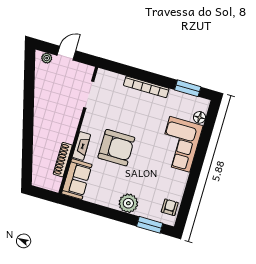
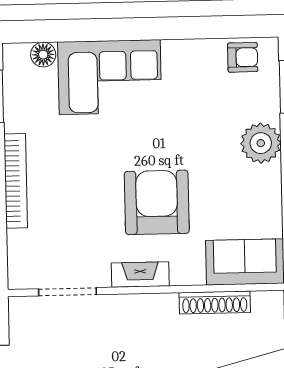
fireplace: (81, 146) -> (140, 275), moved
armchair: (170, 207) -> (243, 57), turned 180

